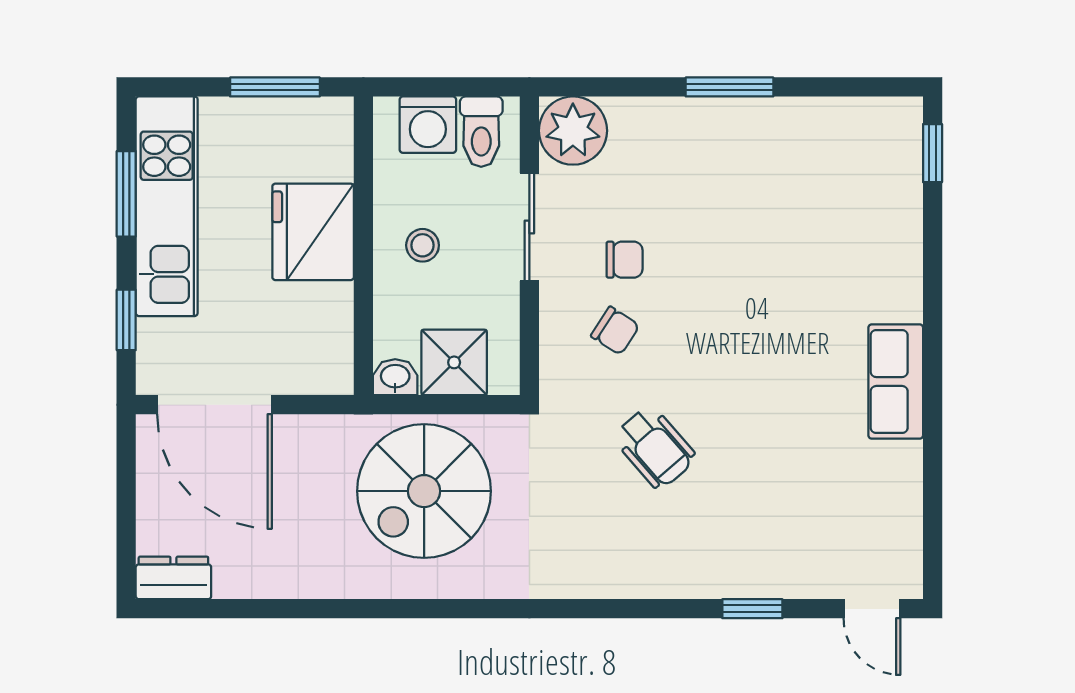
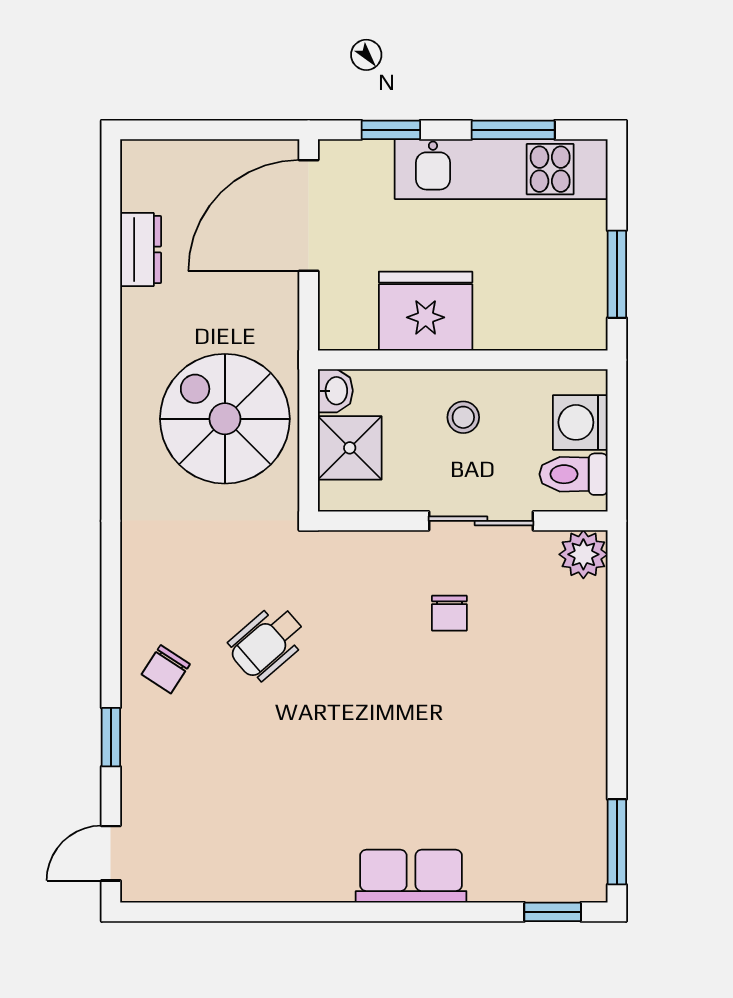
window: (730, 87) -> (617, 842), moved
plant: (573, 131) -> (583, 554), width x0.73, depth x0.73
fridge: (313, 232) -> (426, 311), moved
chair: (615, 331) -> (166, 669), moved
row of seats: (896, 382) -> (411, 876), moved
dresser: (173, 578) -> (141, 249), moved

